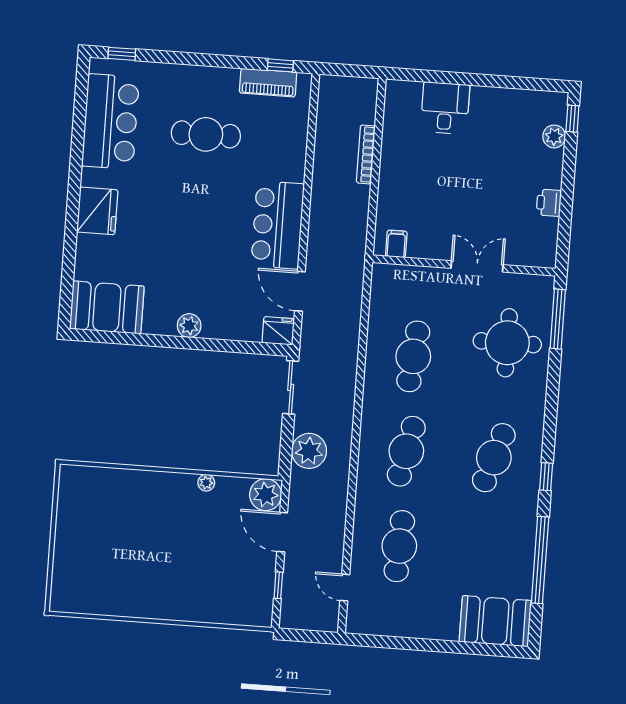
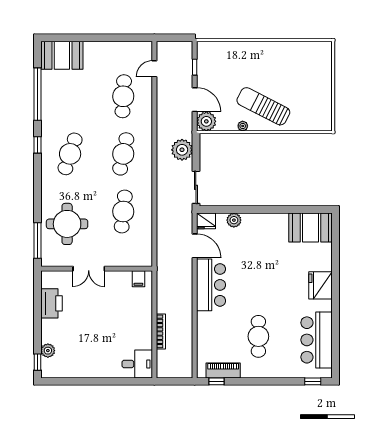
desk: (445, 108) -> (137, 364), moved, turned -90
cafe table: (206, 134) -> (258, 336), turned 90
printer: (549, 203) -> (52, 303), width x1.87, depth x1.48
plant: (189, 326) -> (234, 220), moved
sun lounger: (170, 513) -> (263, 106), added
door: (345, 587) -> (154, 69), swing flipped

